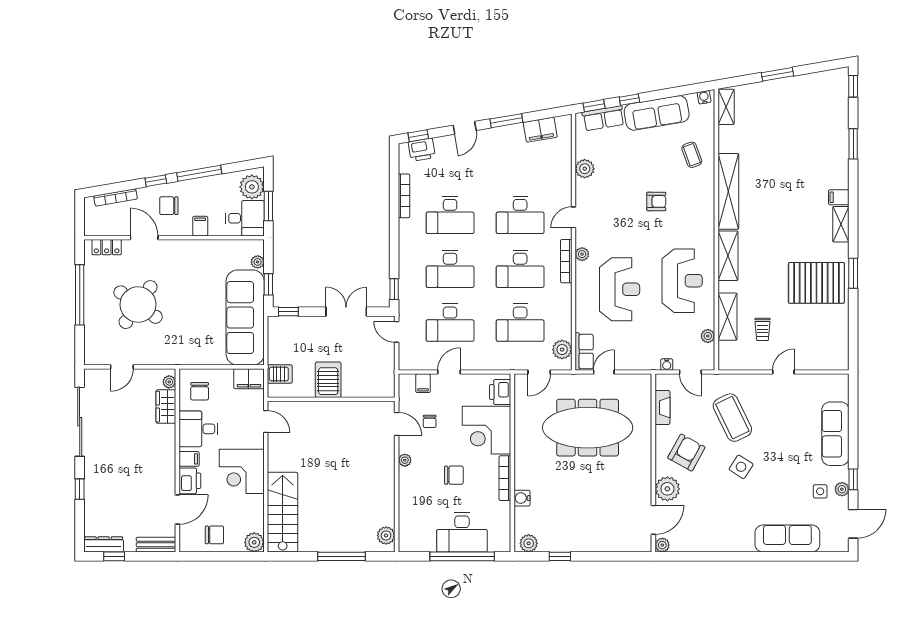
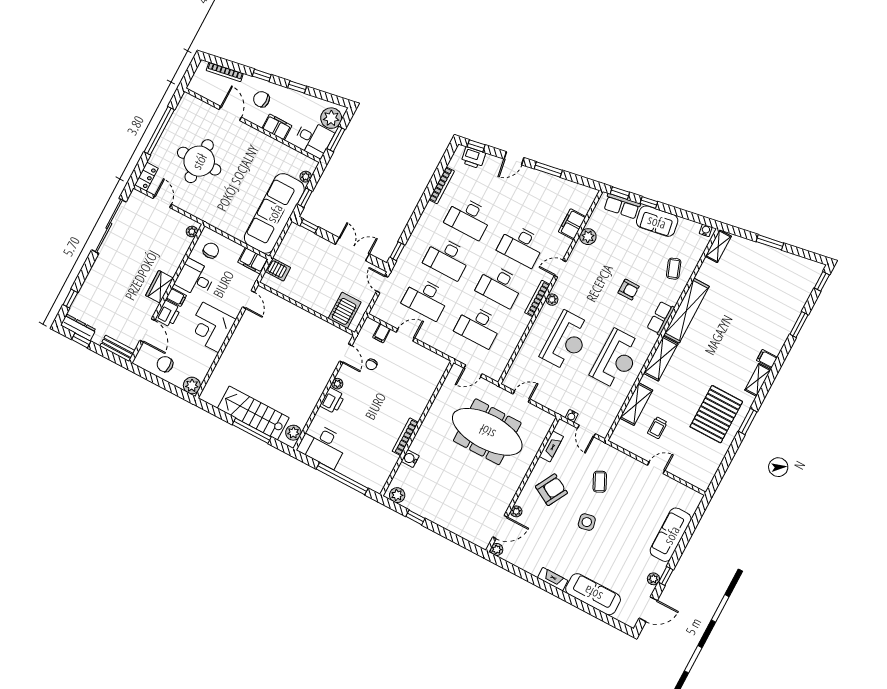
sofa: (657, 113) -> (657, 221), width x0.73
filing cabinet: (540, 130) -> (572, 224), moved, turned 100
window: (199, 173) -> (297, 87), width x0.46
filing cabinet: (200, 226) -> (277, 127), width x2.00
locker: (107, 247) -> (146, 177), moved, turned -90
pallet: (816, 283) -> (716, 414), turned 90
round table: (138, 305) -> (199, 161), turned -35
plant: (708, 336) -> (614, 411), removed
plant: (562, 350) -> (499, 363), removed
row of seats: (584, 351) -> (661, 318), moved, turned 180
door: (122, 367) -> (162, 201), swing flipped
server rack: (328, 380) -> (345, 310), moved
chair: (200, 391) -> (211, 251), turned 180
printer: (500, 392) -> (332, 401), moved, turned 180
wardrobe: (166, 407) -> (159, 287), moved
coffee table: (732, 418) -> (600, 482), width x0.54, depth x0.58
corner desk: (487, 430) -> (411, 394), removed
side table: (741, 467) -> (587, 522), turned 45
chair: (454, 475) -> (368, 414), removed
window: (80, 489) -> (70, 299), moved
plant: (667, 489) -> (516, 511), width x0.53, depth x0.53
side table: (820, 491) -> (636, 572), removed
door: (177, 510) -> (147, 330), hinge flipped
stairs: (283, 512) -> (253, 413), moved, turned -90
desk: (462, 532) -> (323, 445), moved
chair: (214, 535) -> (165, 364), turned 180
fireplace: (737, 545) -> (553, 579), added

